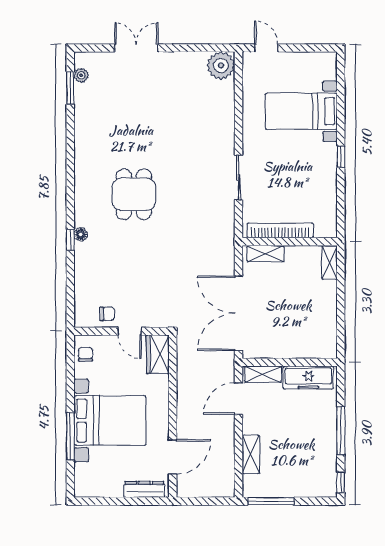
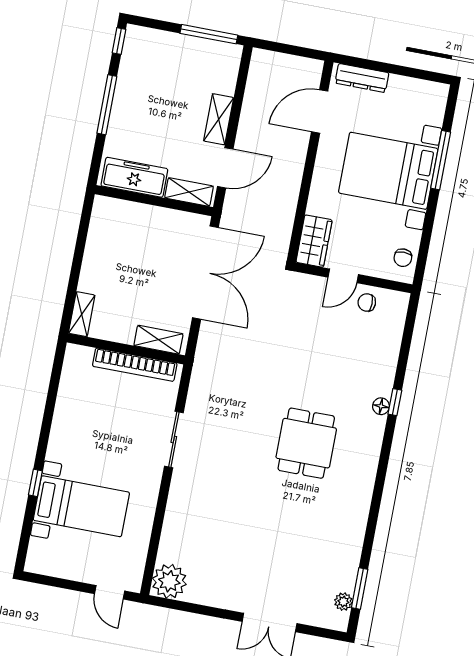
window: (341, 157) -> (35, 483), moved
door: (130, 331) -> (343, 276), swing flipped
shelving: (251, 454) -> (219, 119), moved

